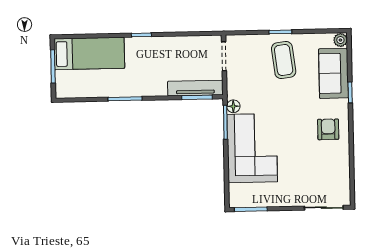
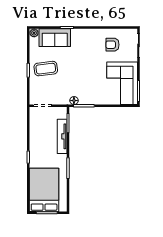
bed: (89, 53) -> (44, 190), width x1.50
tv unit: (195, 88) -> (62, 136), moved
armchair: (328, 129) -> (112, 45), moved
corner sofa: (252, 148) -> (122, 83), moved, turned -90

